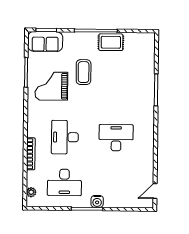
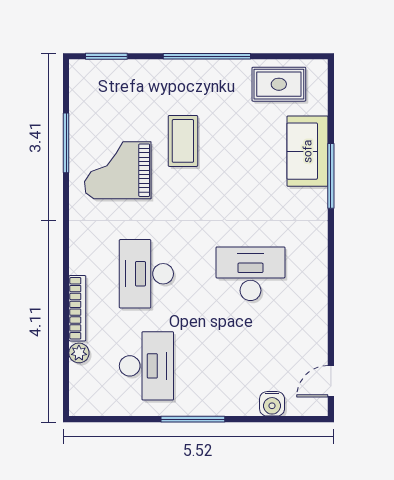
sofa: (45, 41) -> (307, 151), moved, turned 90
rug: (111, 42) -> (279, 84), moved
desk: (64, 182) -> (146, 366), turned -90
plant: (31, 192) -> (79, 353), moved
water cooler: (97, 201) -> (272, 404), moved

